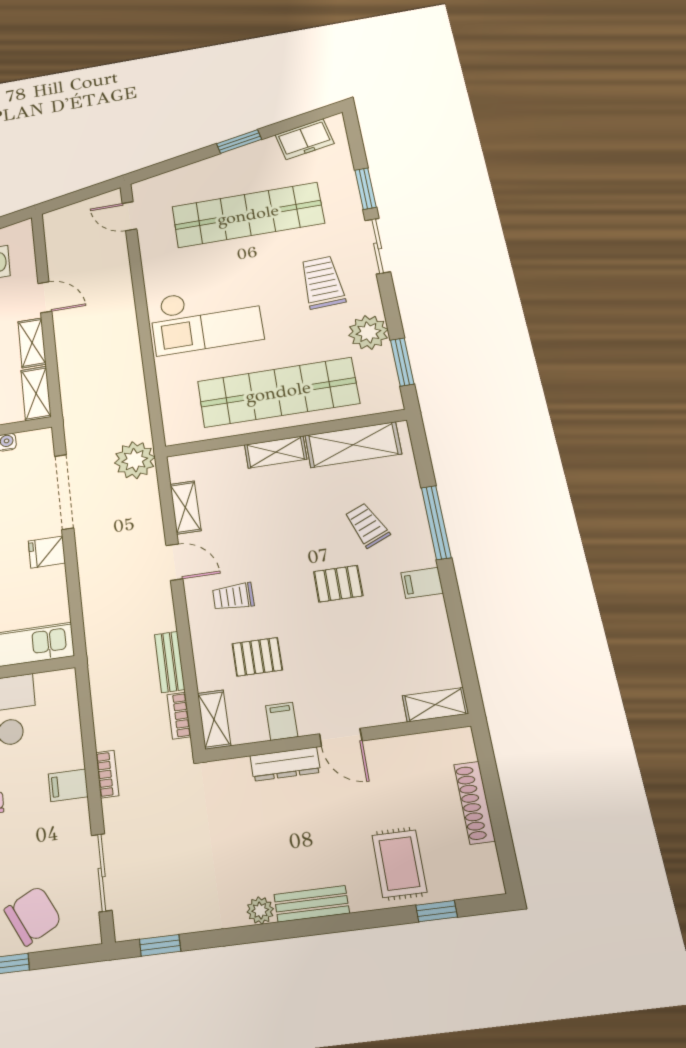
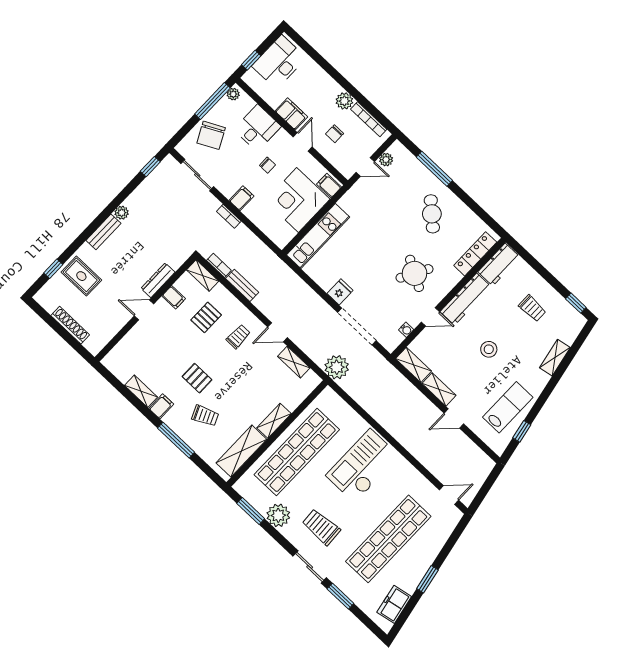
trolley: (322, 282) -> (321, 527), turned 180
pallet: (338, 584) -> (197, 378), turned 90
shelving: (435, 705) -> (141, 391), moved, turned 90

